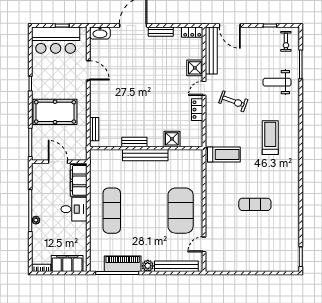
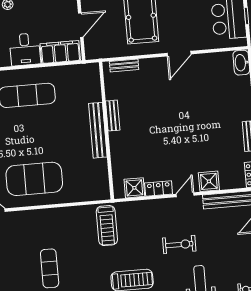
door: (88, 70) -> (179, 54), moved
door: (204, 88) -> (185, 195), hinge flipped
exercise bike: (233, 101) -> (179, 245), moved, turned -110
shower: (172, 139) -> (134, 188), moved

